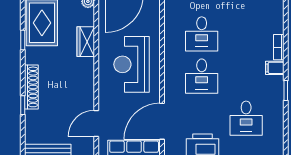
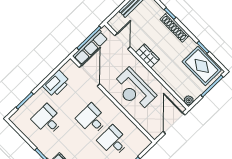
wardrobe: (86, 42) -> (148, 56), moved
reception desk: (132, 64) -> (134, 90), turned 180

